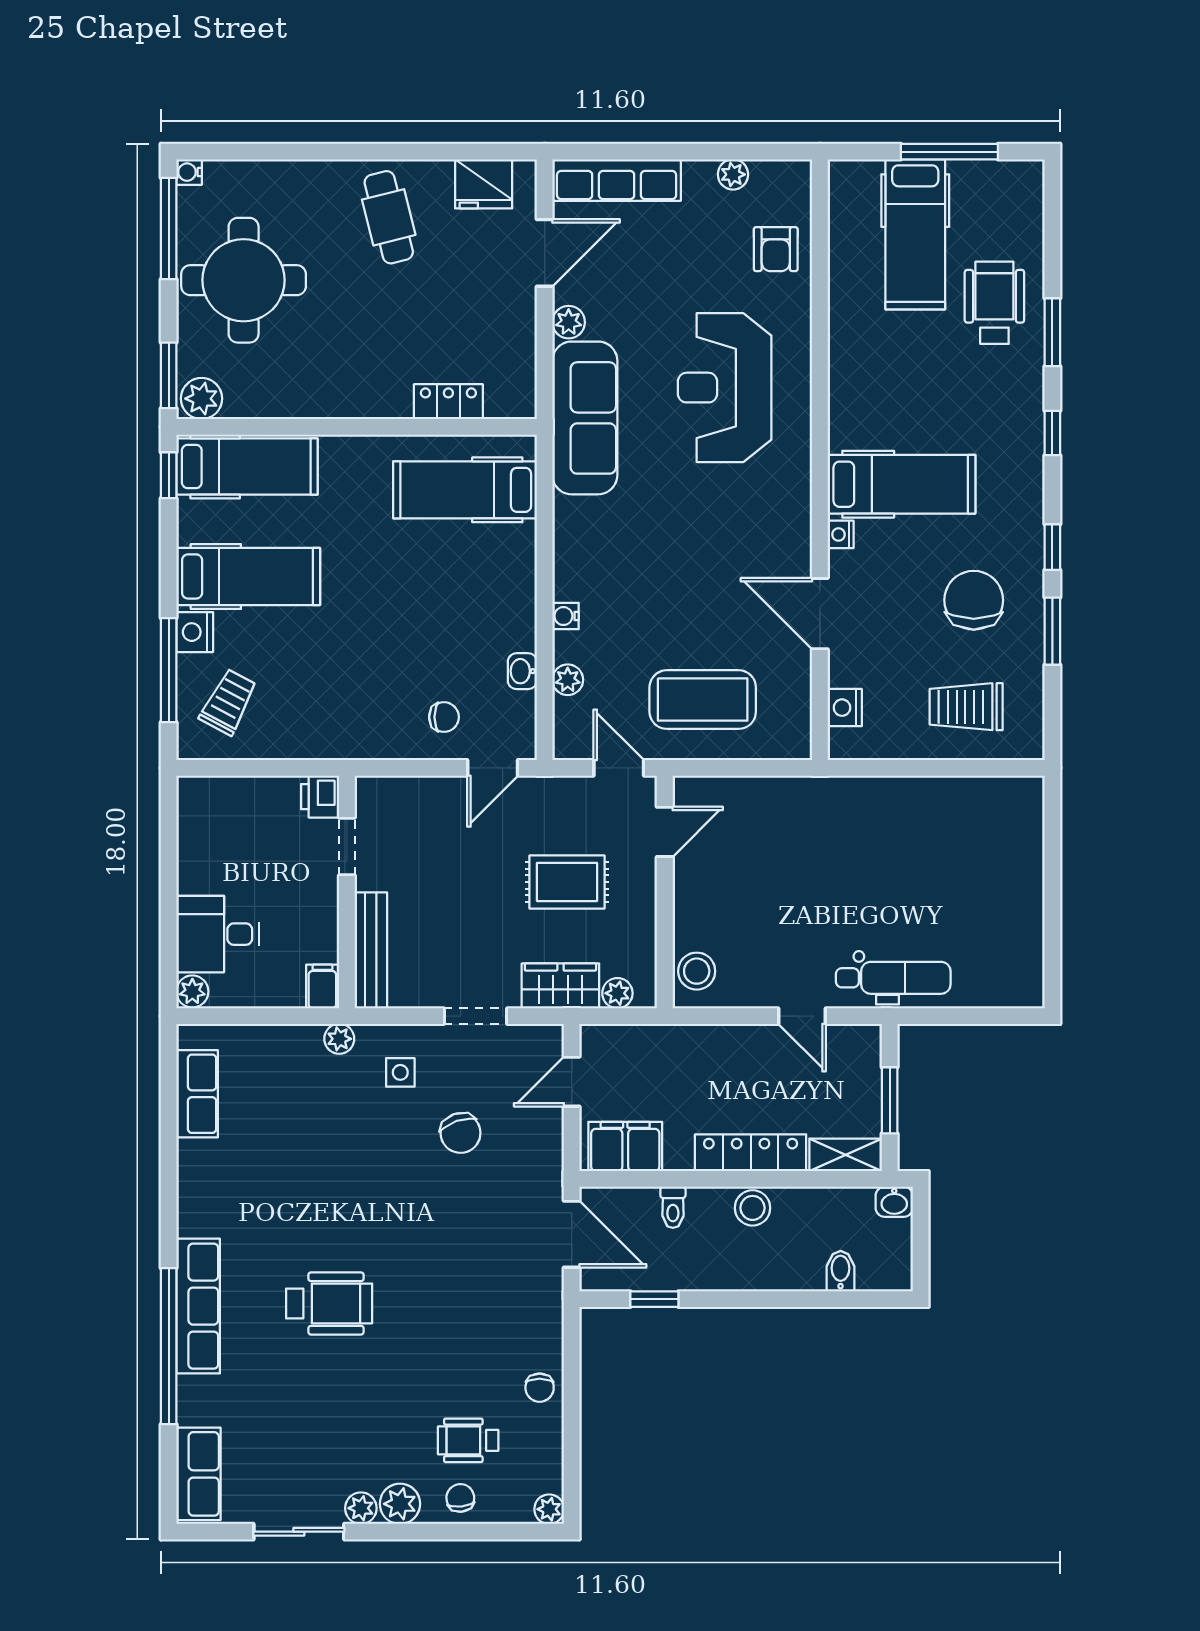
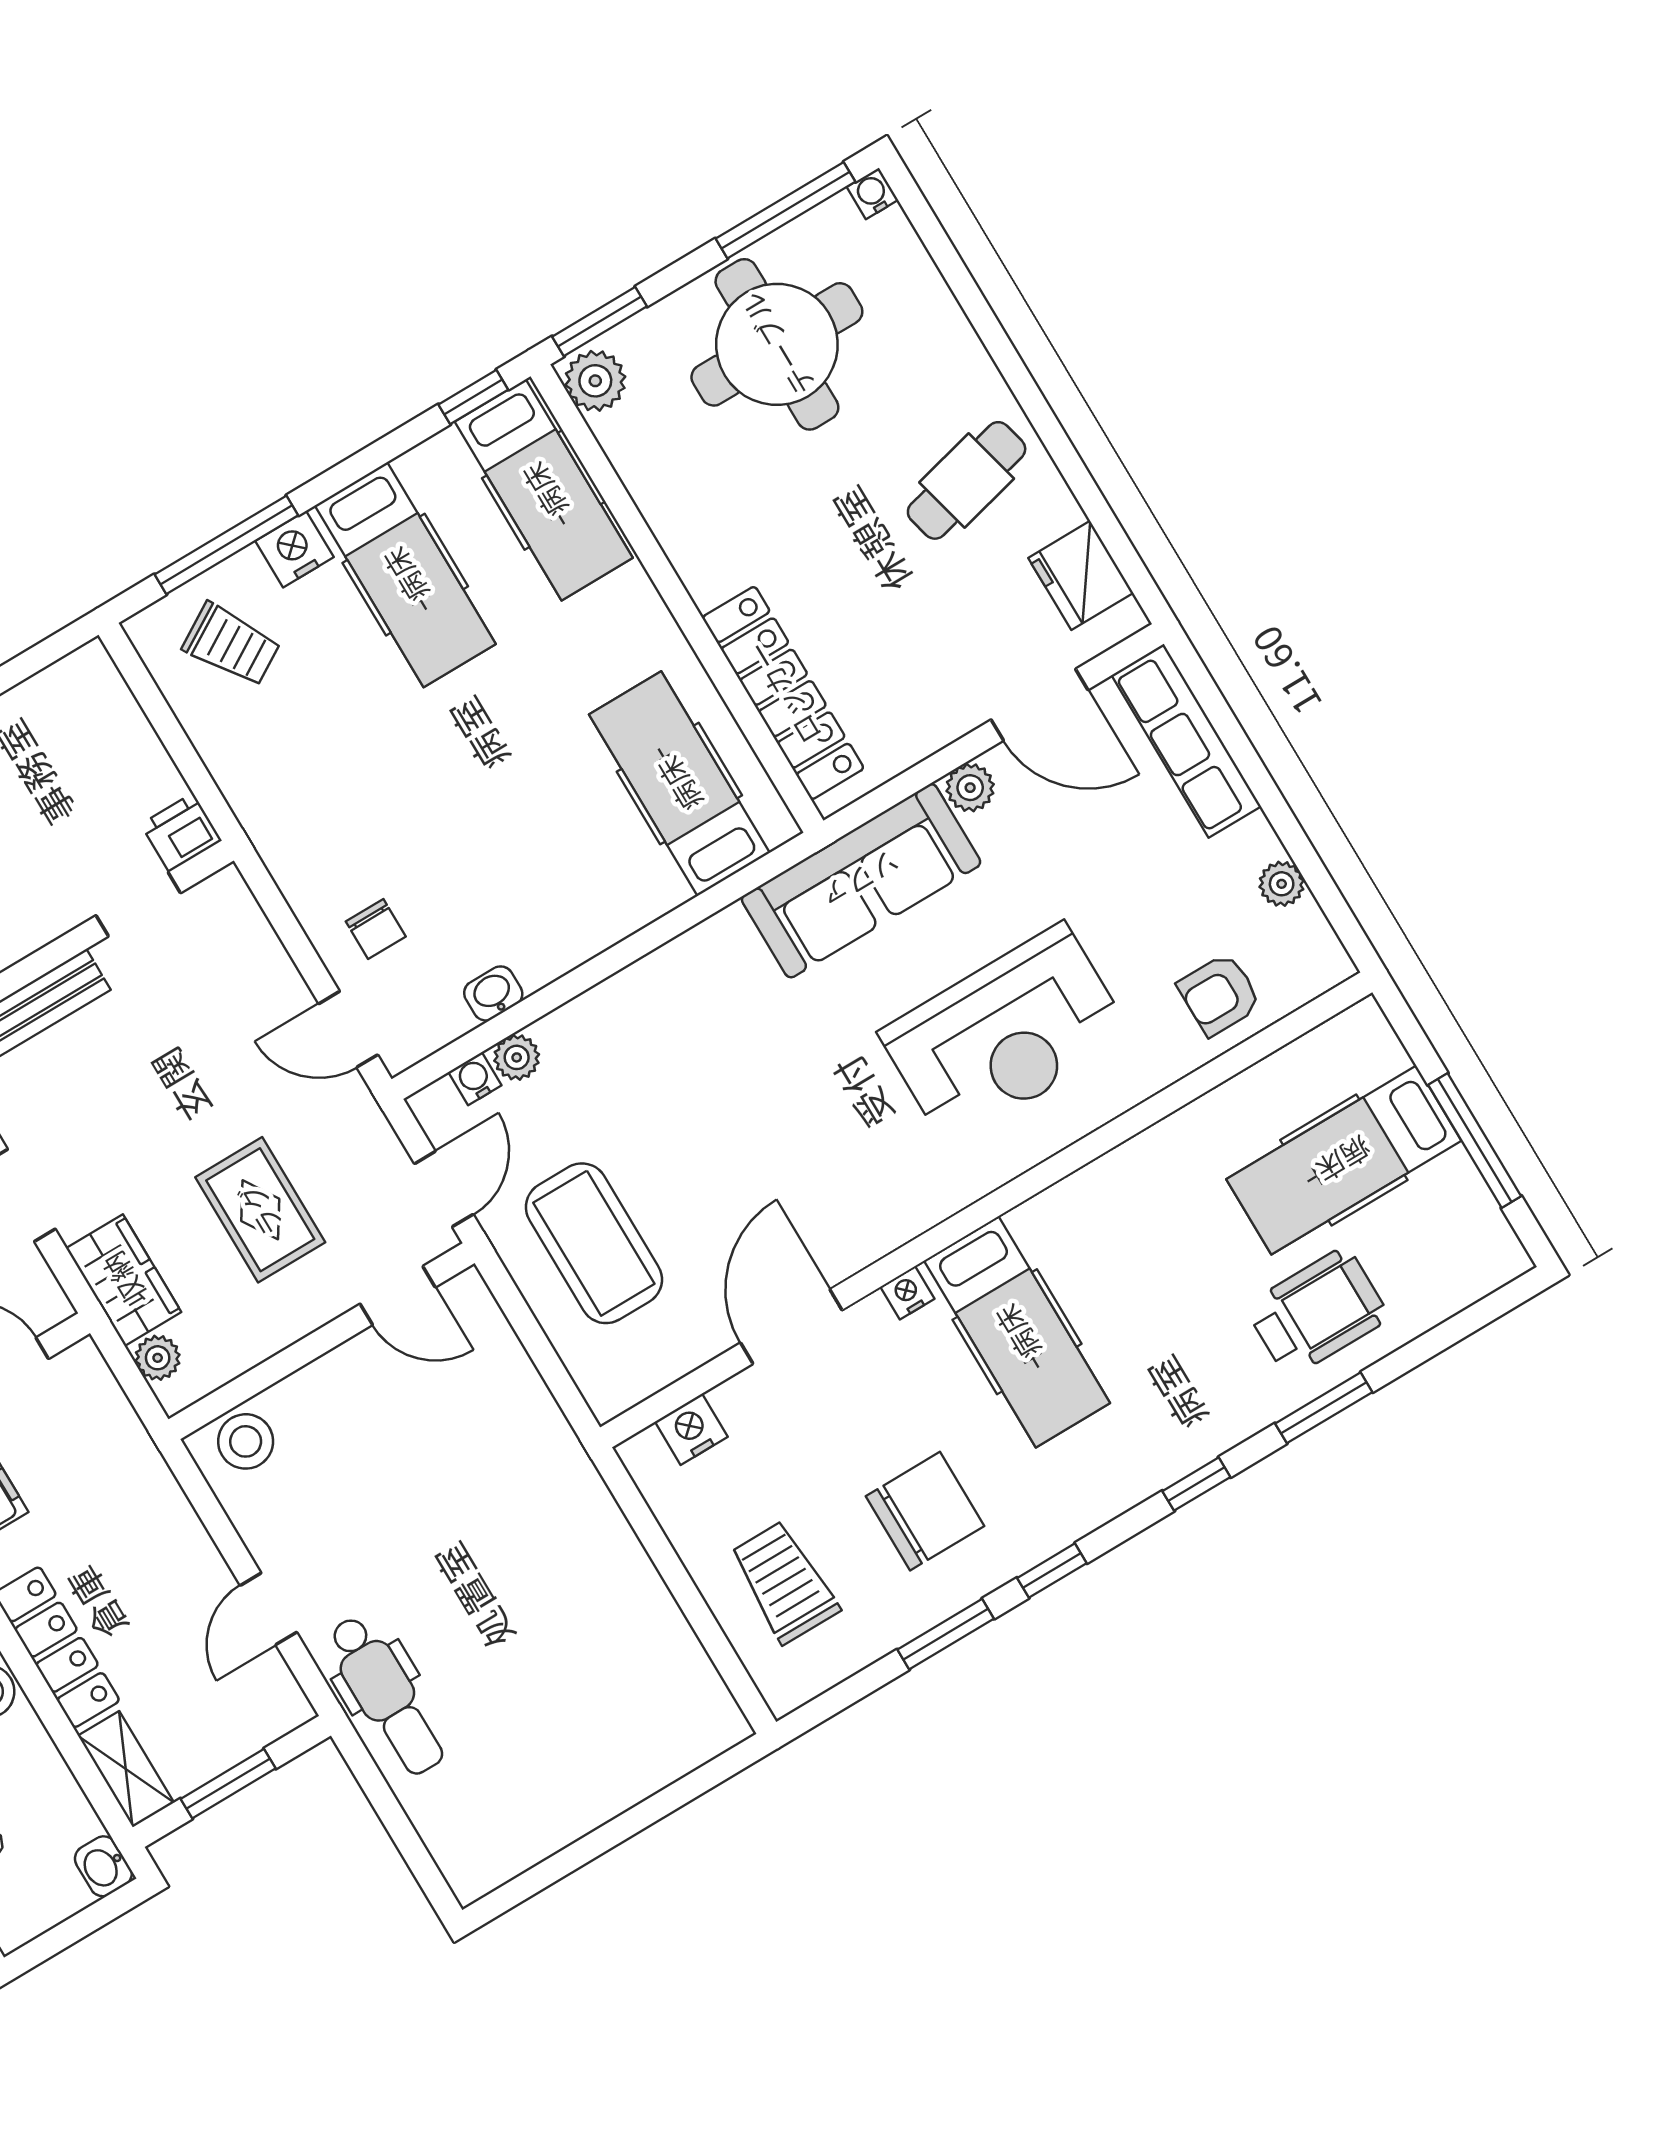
reception desk: (725, 388) -> (1005, 1035), turned 180
locker: (448, 402) -> (783, 693), width x2.16, depth x1.21
water cooler: (566, 616) -> (475, 1079), moved
trolley: (228, 702) -> (231, 645), turned 31

